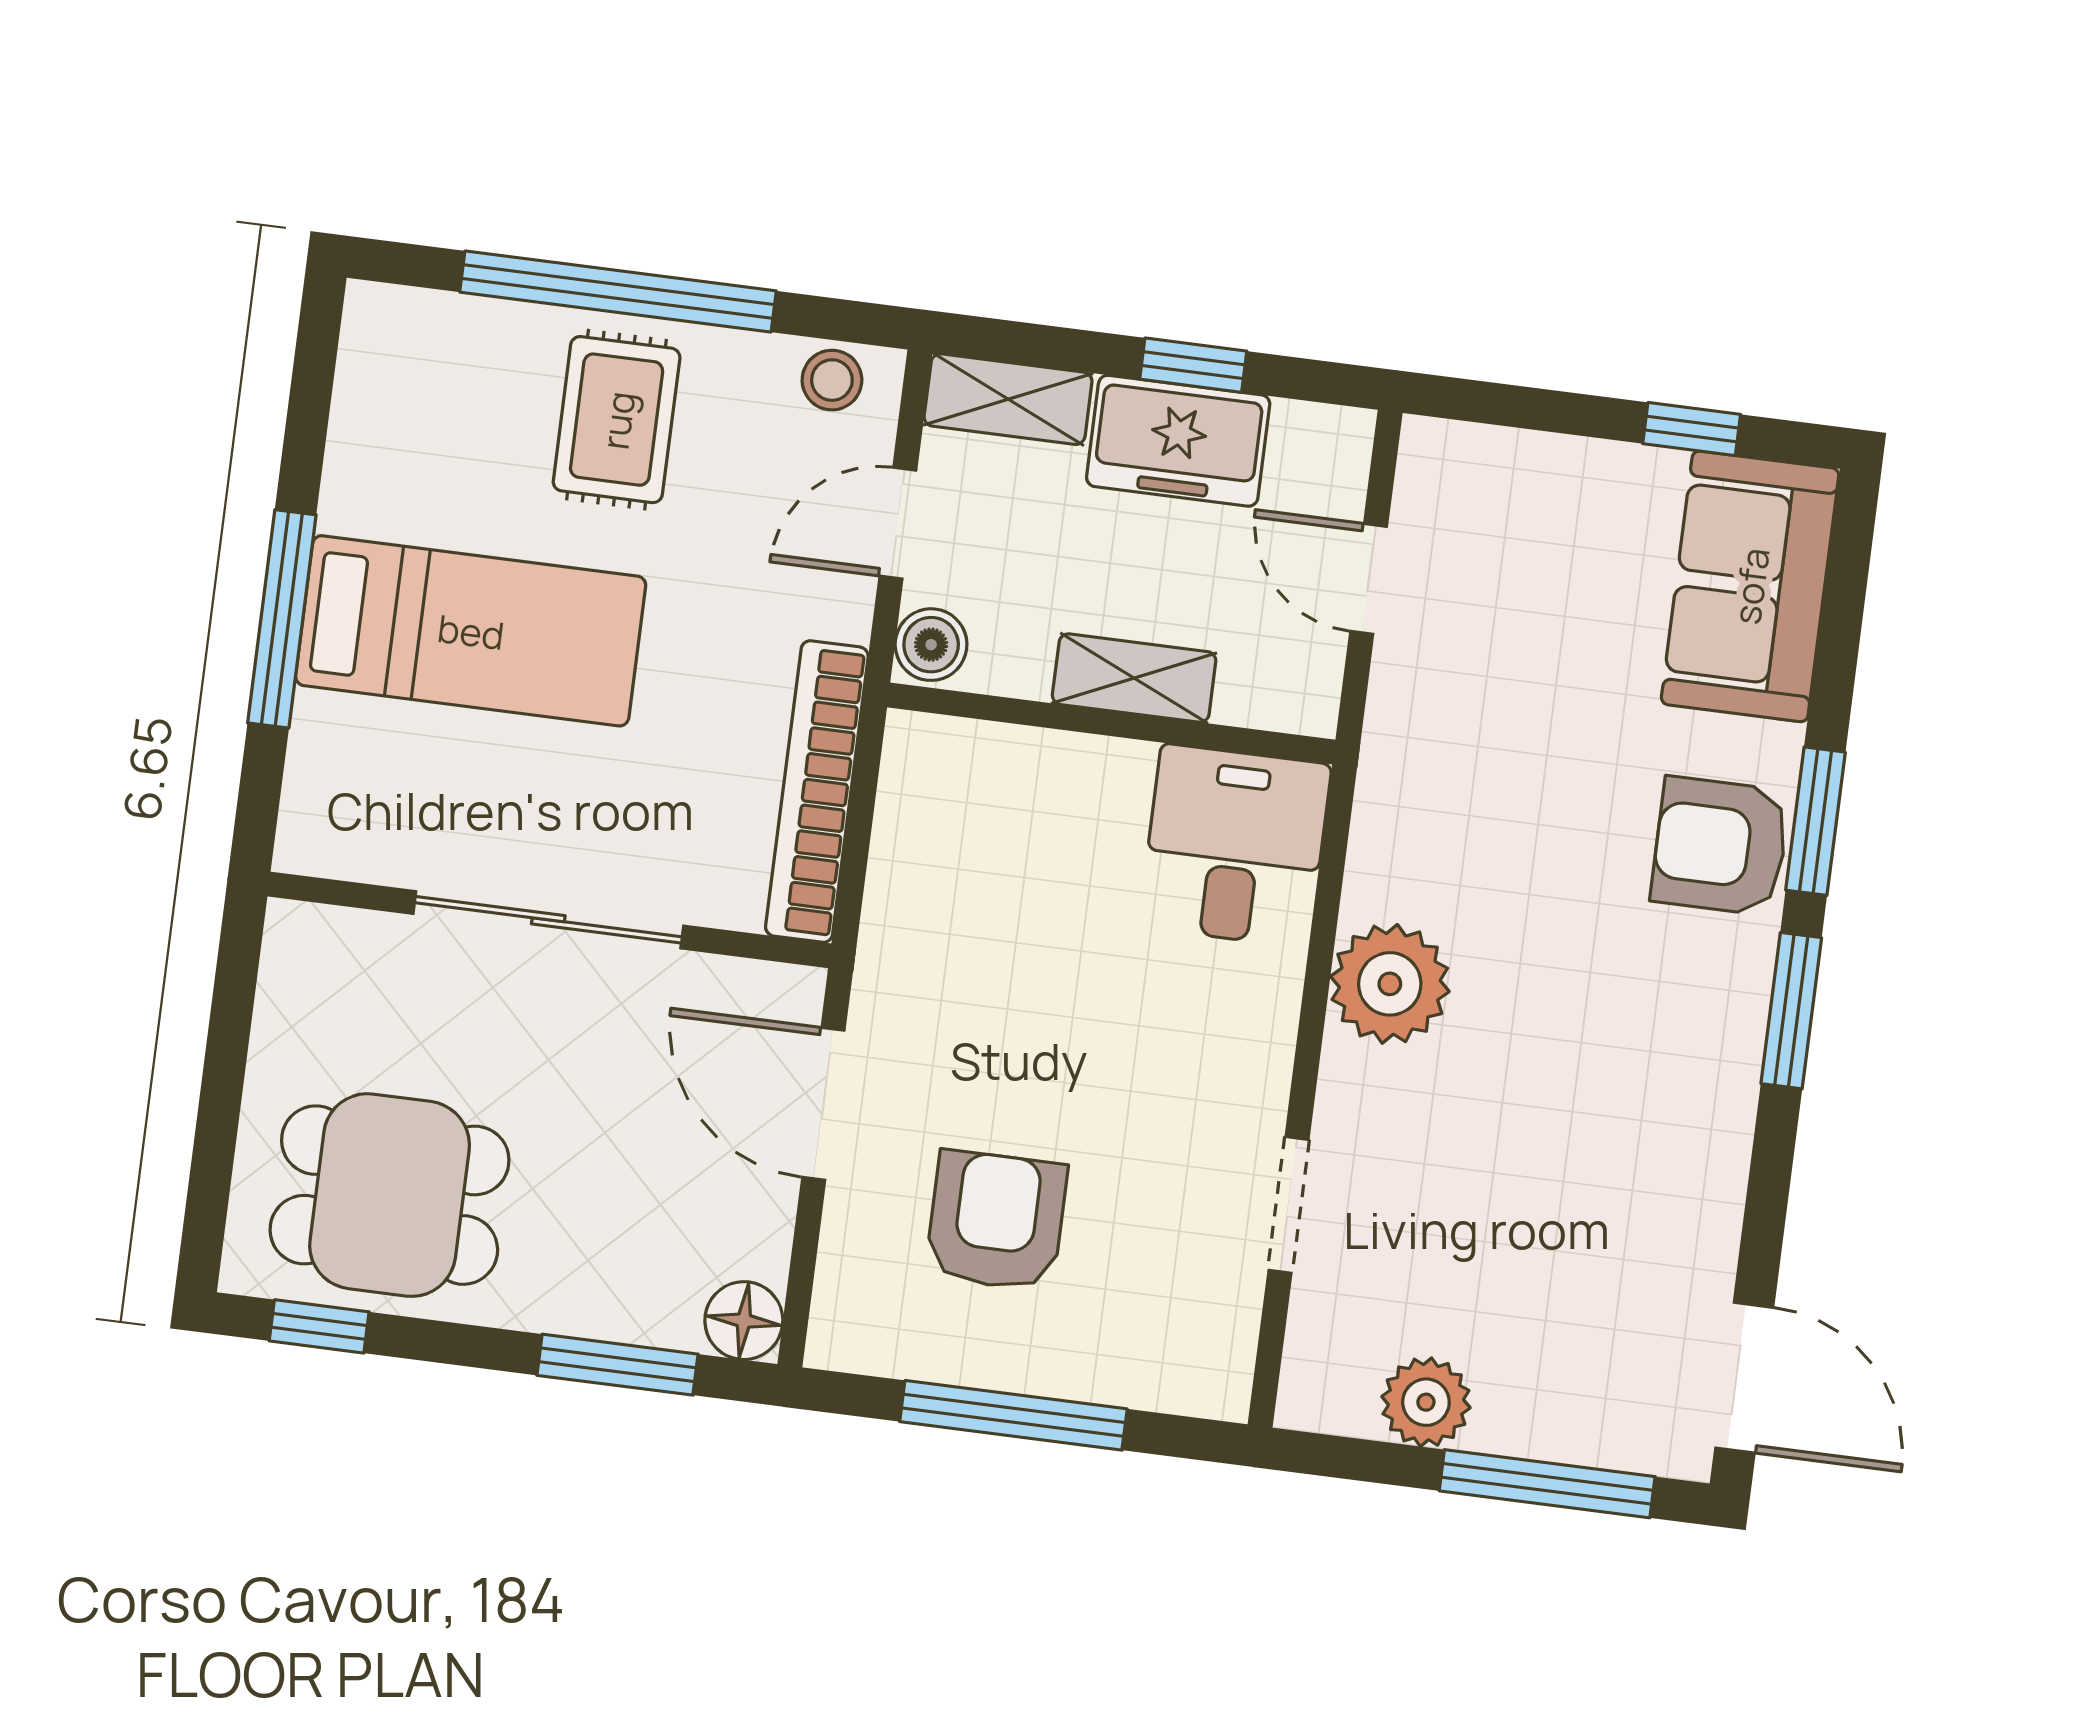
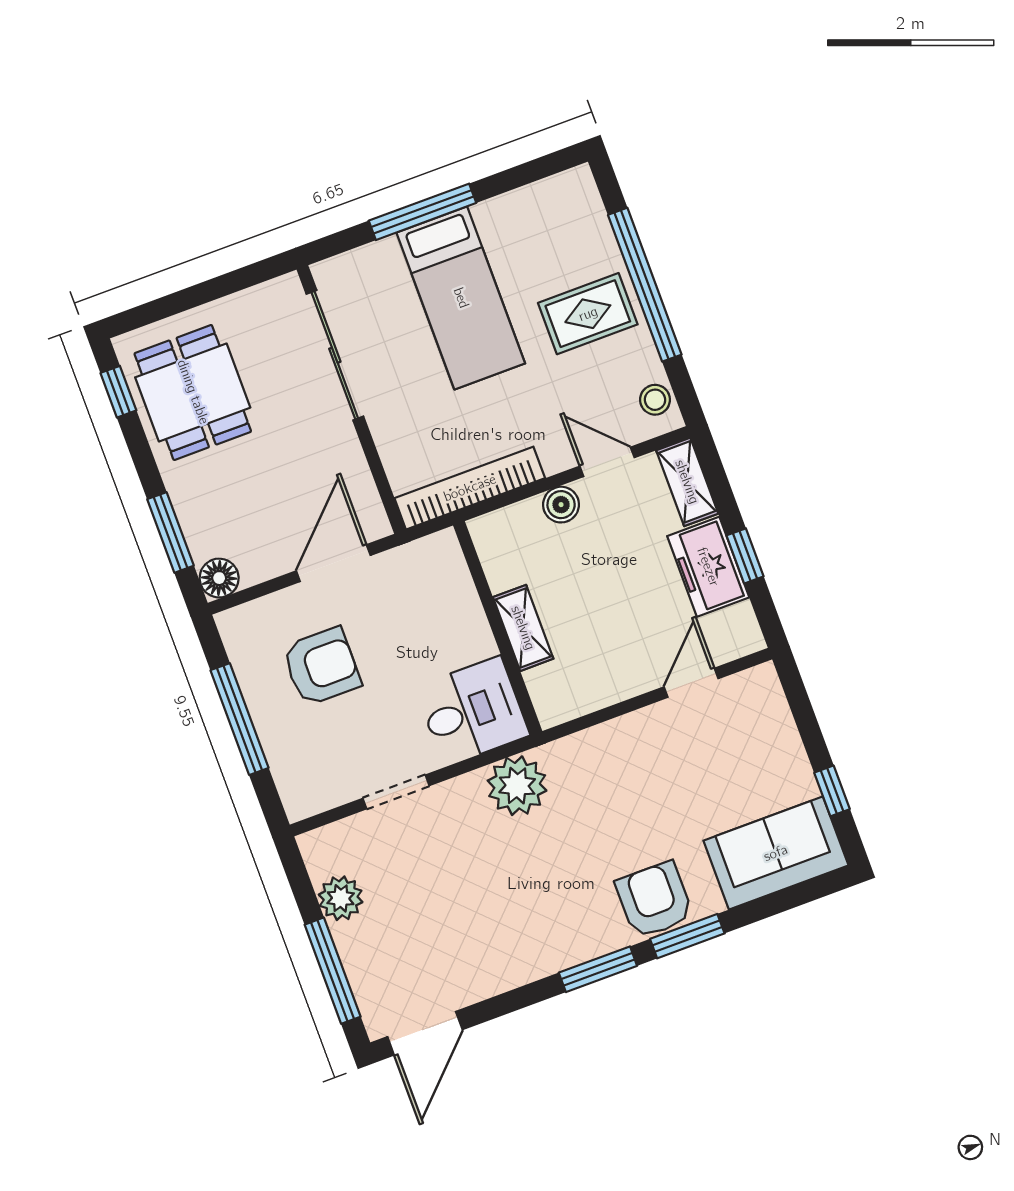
shelving: (1134, 678) -> (523, 628), moved
wall: (1111, 724) -> (498, 628), moved
desk: (1235, 846) -> (472, 711), moved
sliding door: (548, 920) -> (335, 355), moved

